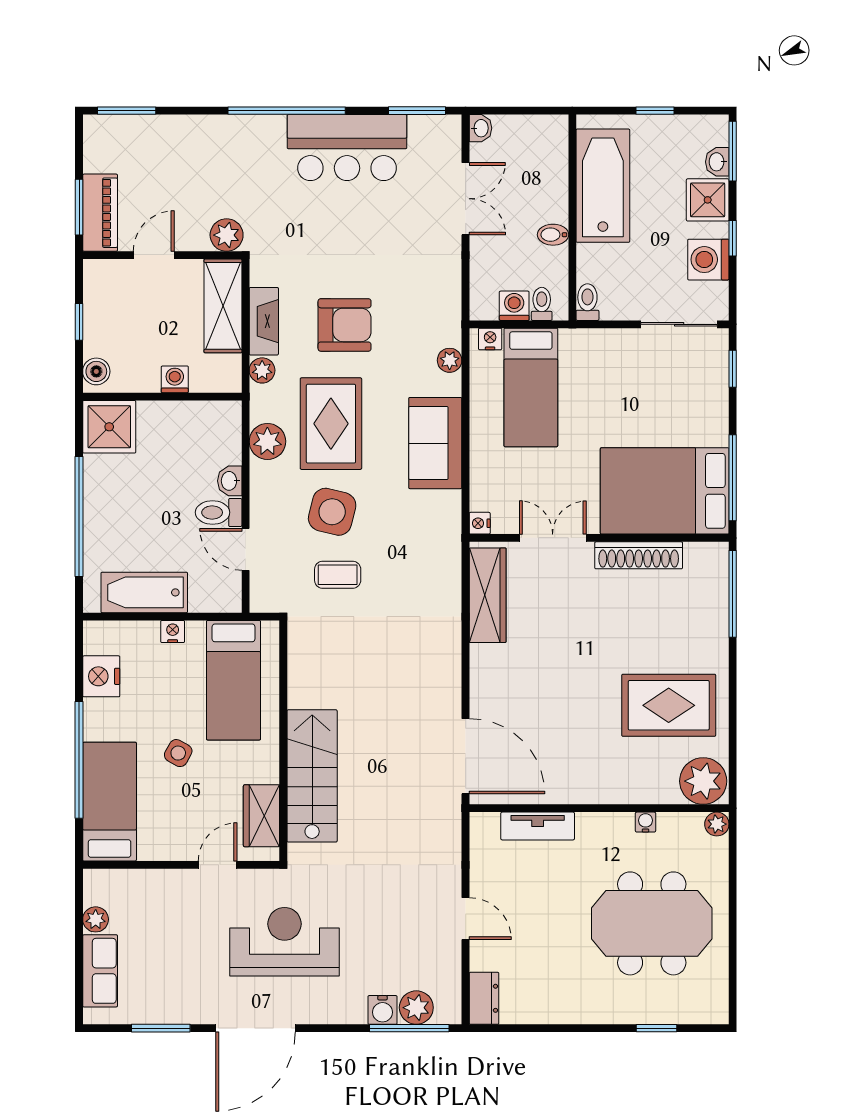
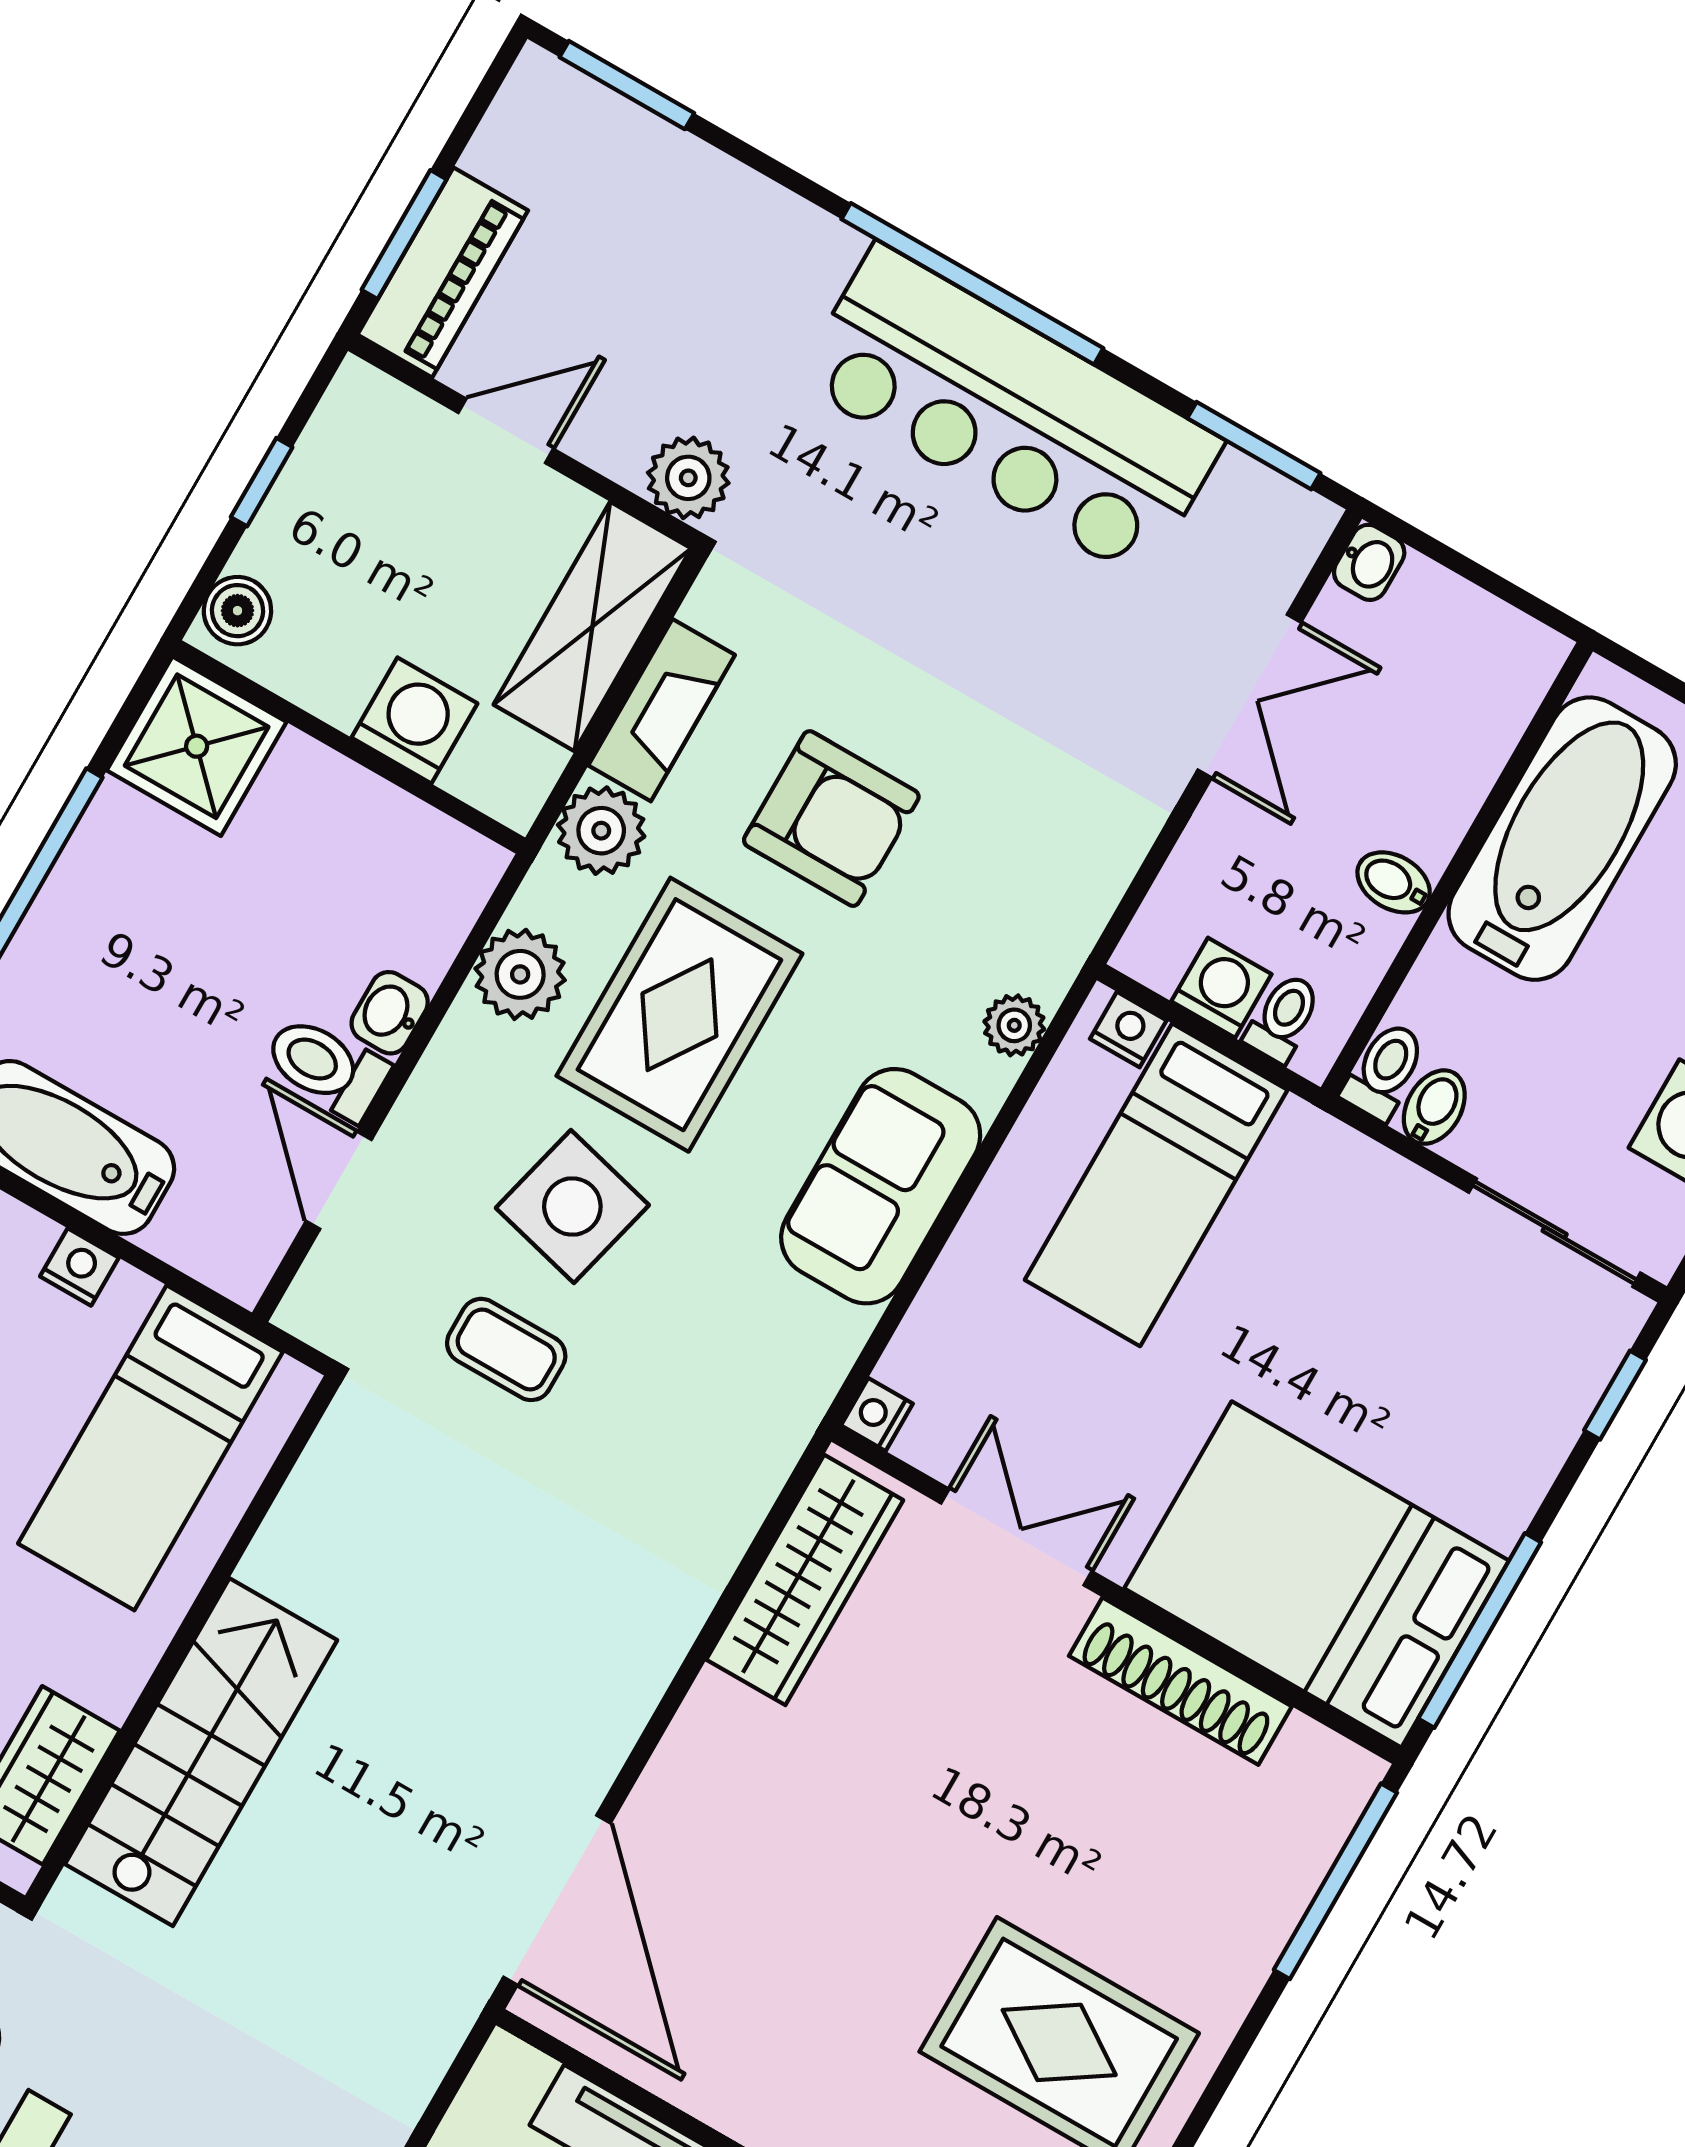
bar counter: (347, 148) -> (1010, 412), width x1.36
bidet: (612, 305) -> (1434, 1107), added
plant: (262, 370) -> (601, 831), width x1.38, depth x1.38
washing machine: (175, 379) -> (414, 720), width x1.38, depth x1.38

